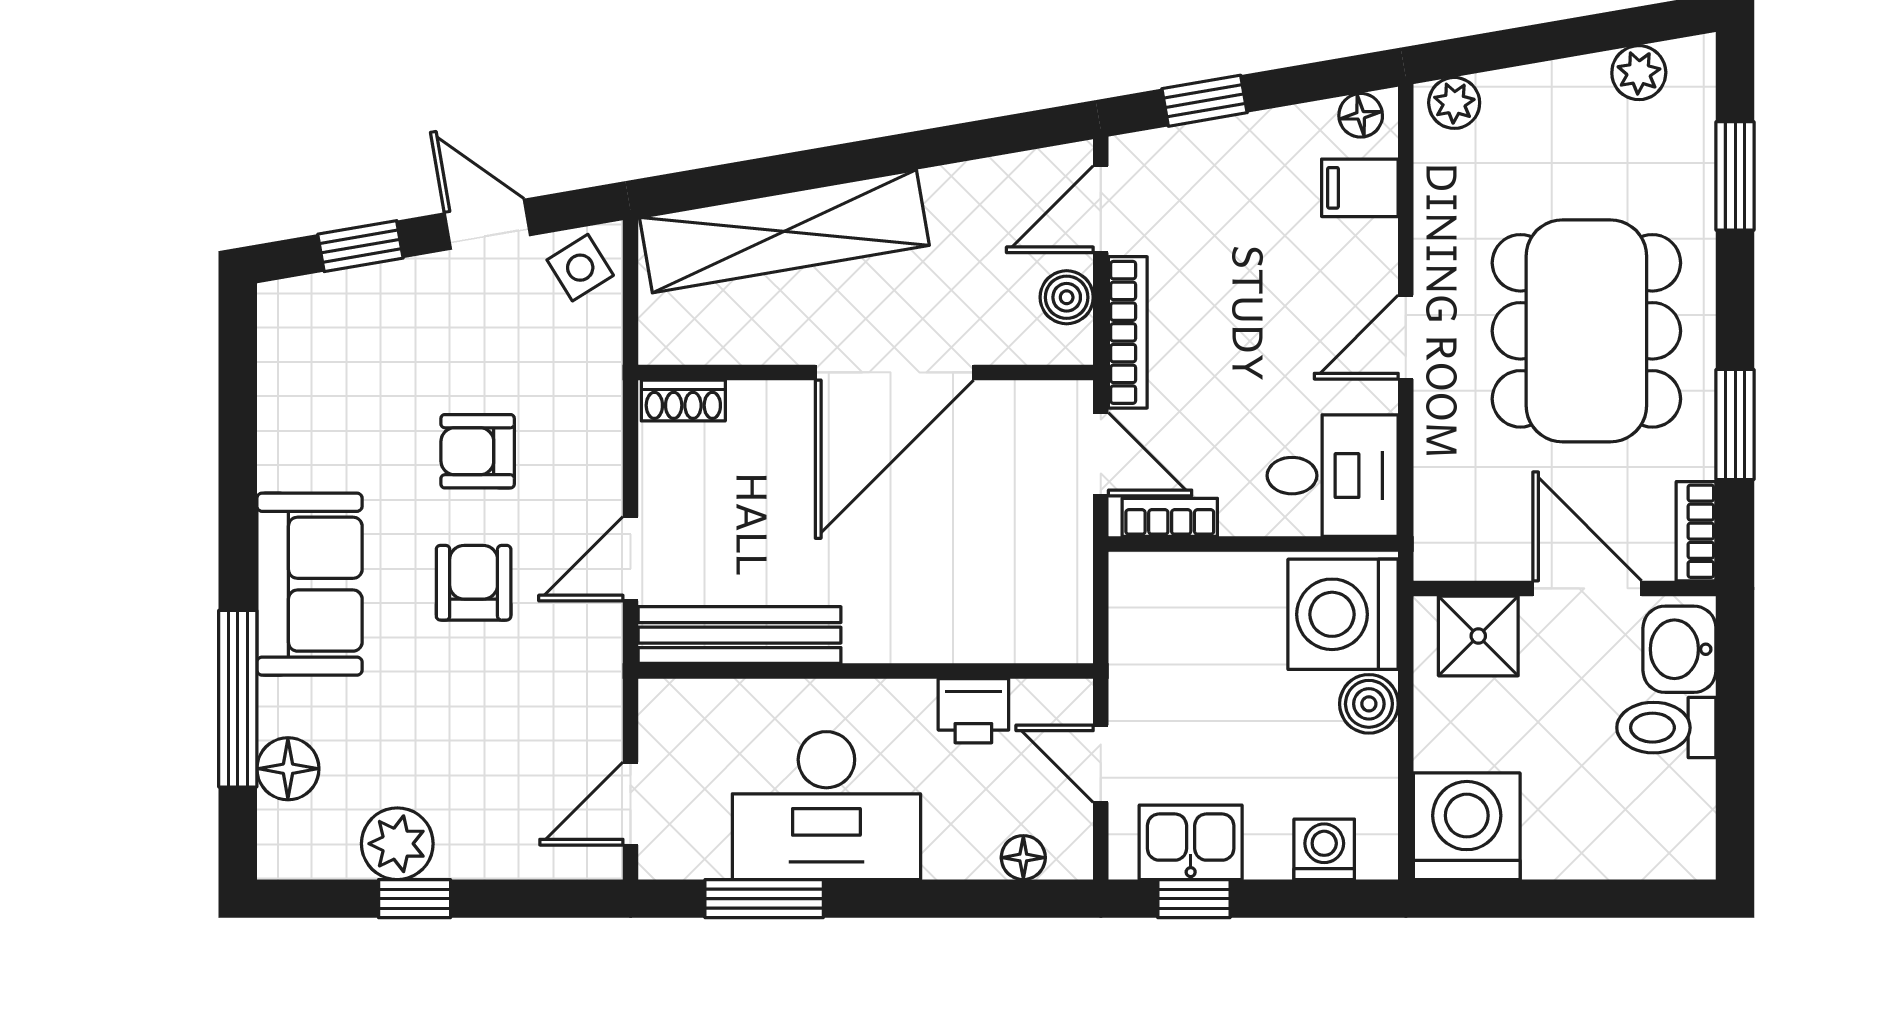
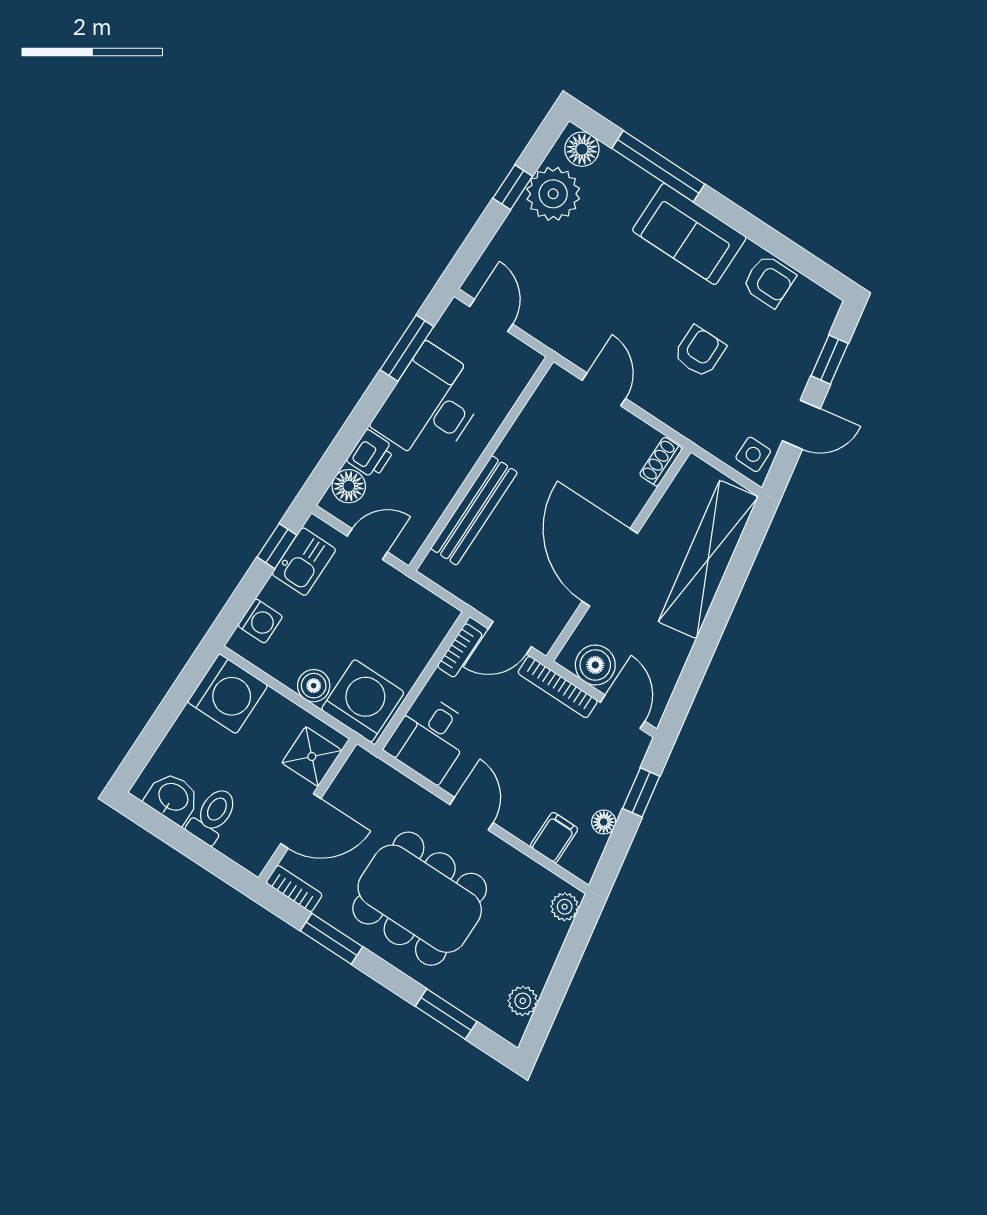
floor lamp: (1361, 115) -> (604, 822), moved
side table: (580, 268) -> (753, 454), turned 32
boiler: (1067, 297) -> (595, 665), width x1.36, depth x1.36
armchair: (474, 583) -> (769, 281), moved
bench: (740, 635) -> (474, 510), moved
washbasin: (1679, 649) -> (173, 798), moved
printer: (973, 711) -> (371, 454), moved, turned 180
floor lamp: (288, 769) -> (582, 149), moved
plant: (397, 844) -> (553, 194), width x1.36, depth x1.36
floor lamp: (1023, 858) -> (349, 486), width x1.37, depth x1.37

